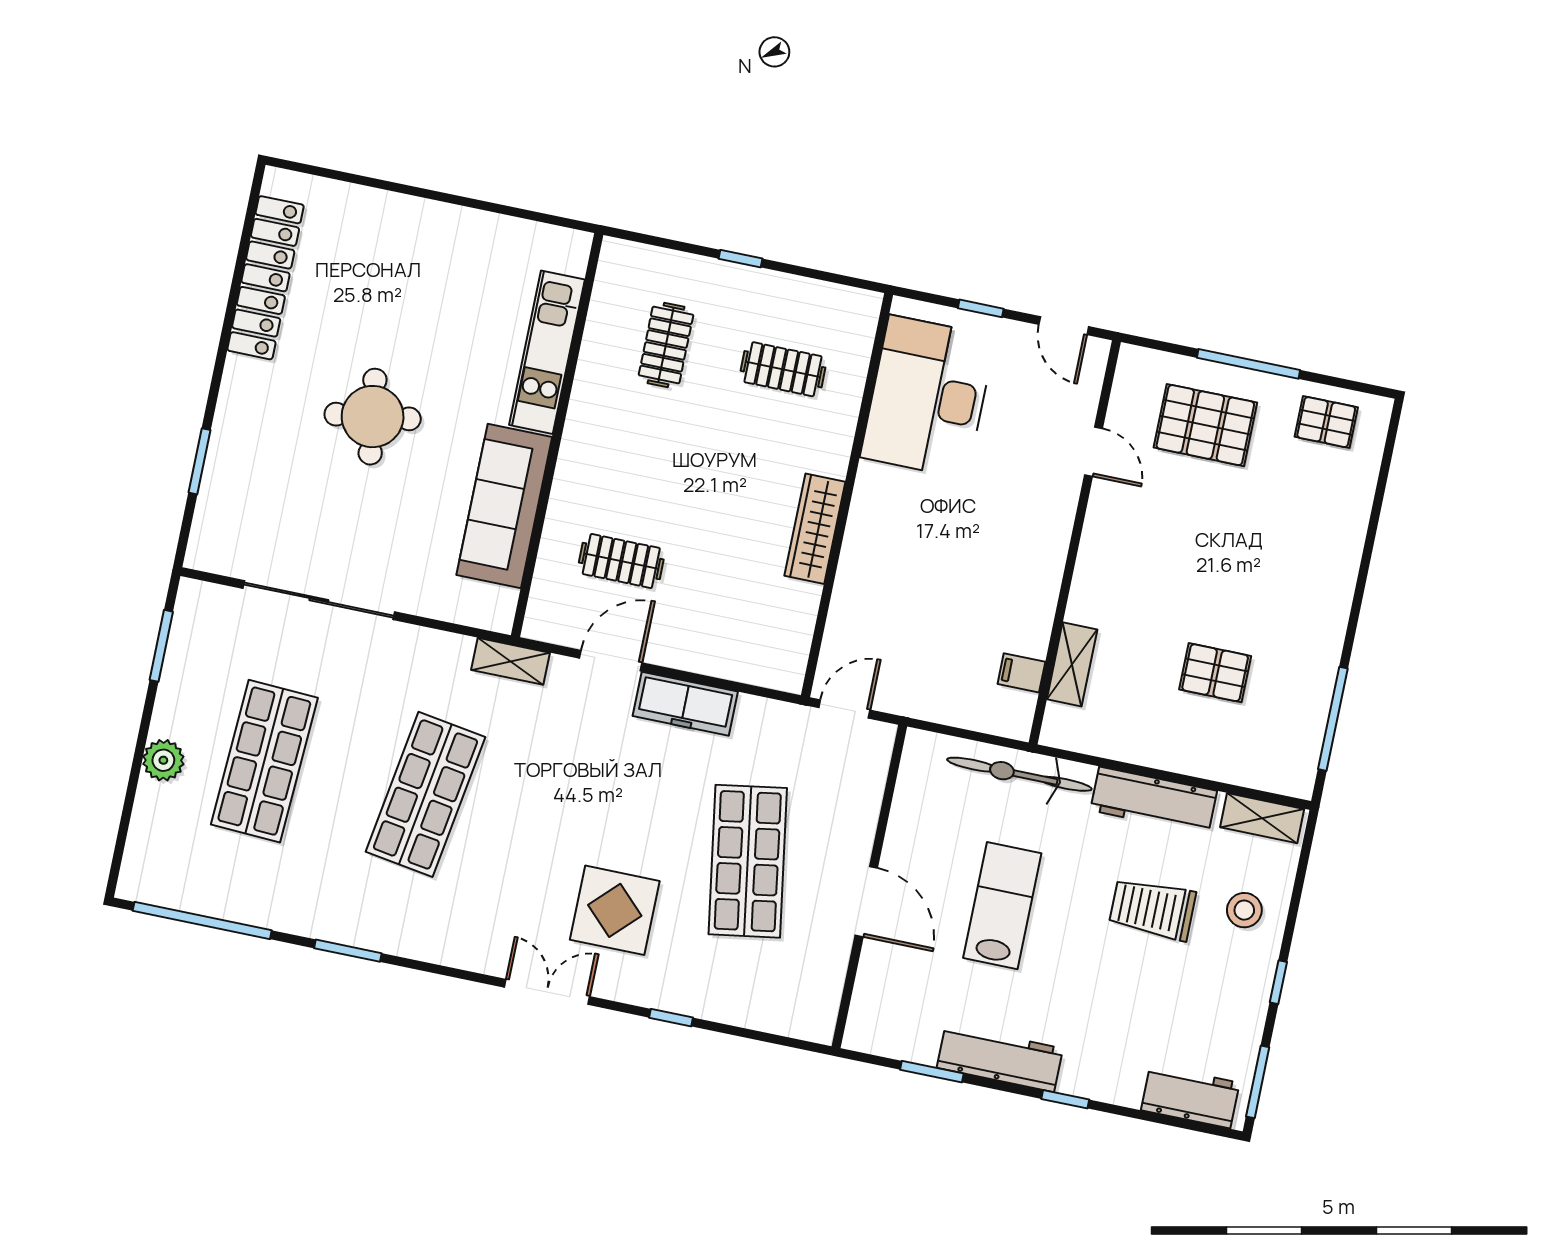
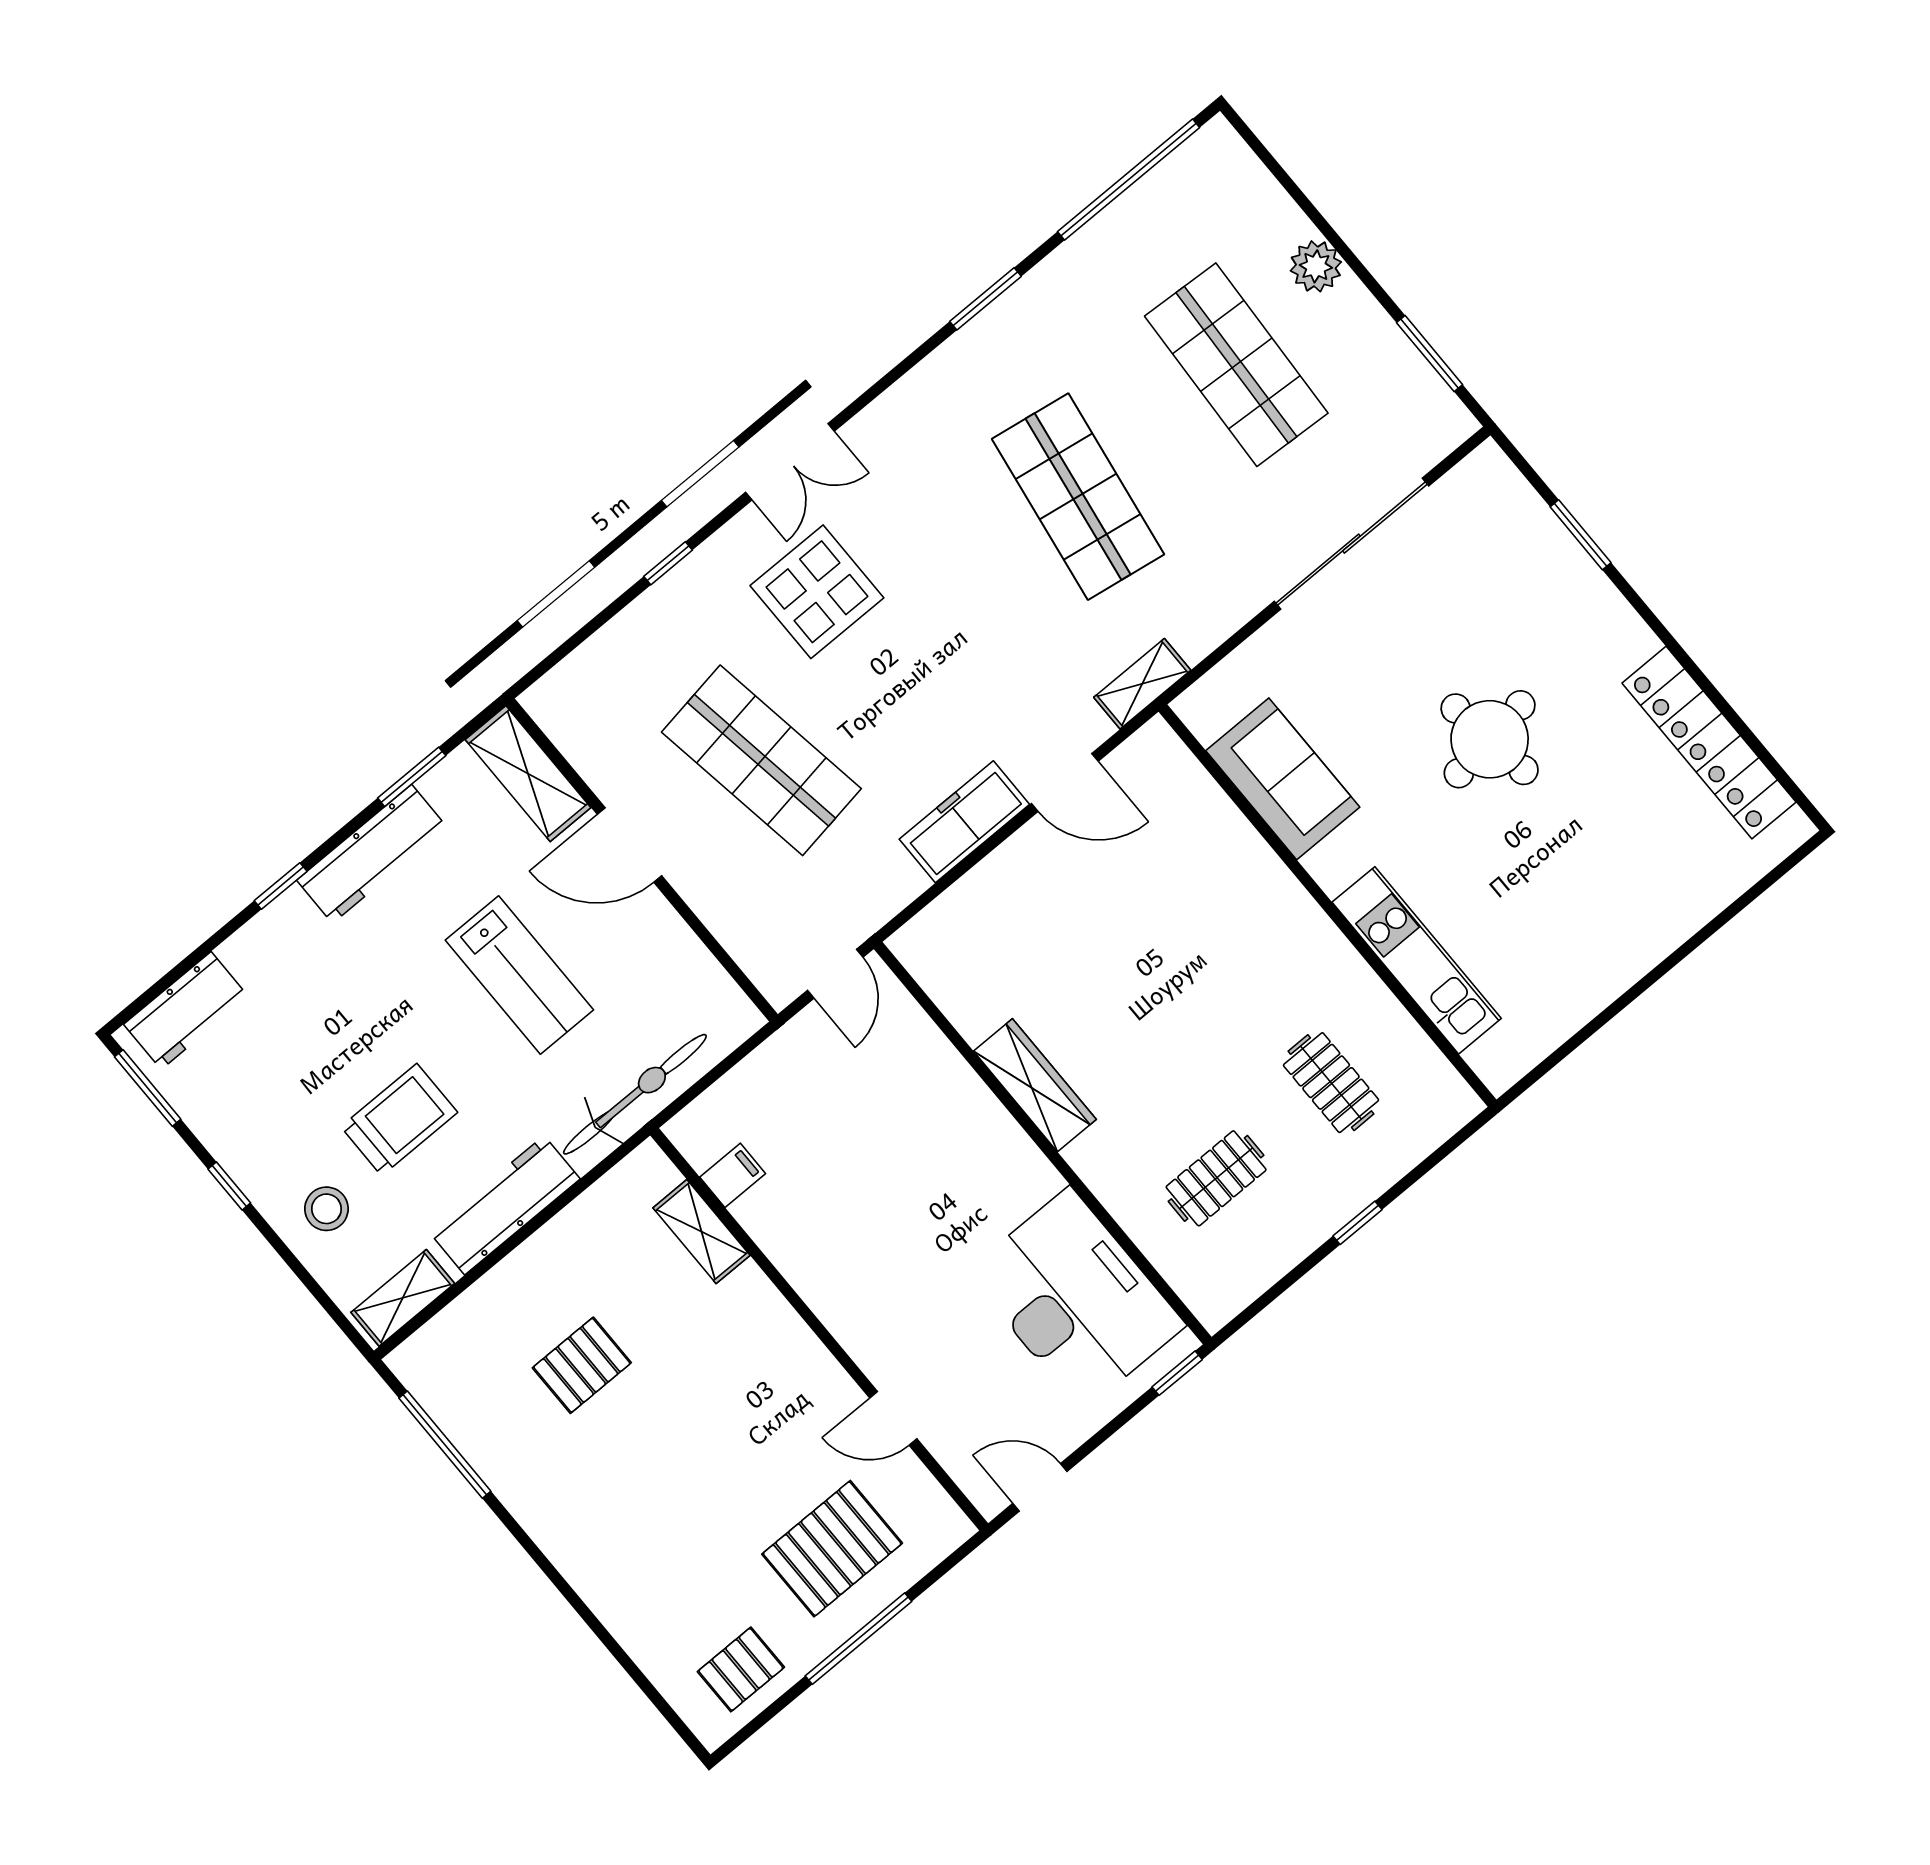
window: (981, 308) -> (1177, 1373), moved
sofa: (504, 506) -> (1283, 779), width x0.73
clothes rail: (621, 561) -> (1154, 870), removed
door: (611, 661) -> (1065, 782), hinge flipped
shelving: (872, 1000) -> (528, 774), added

